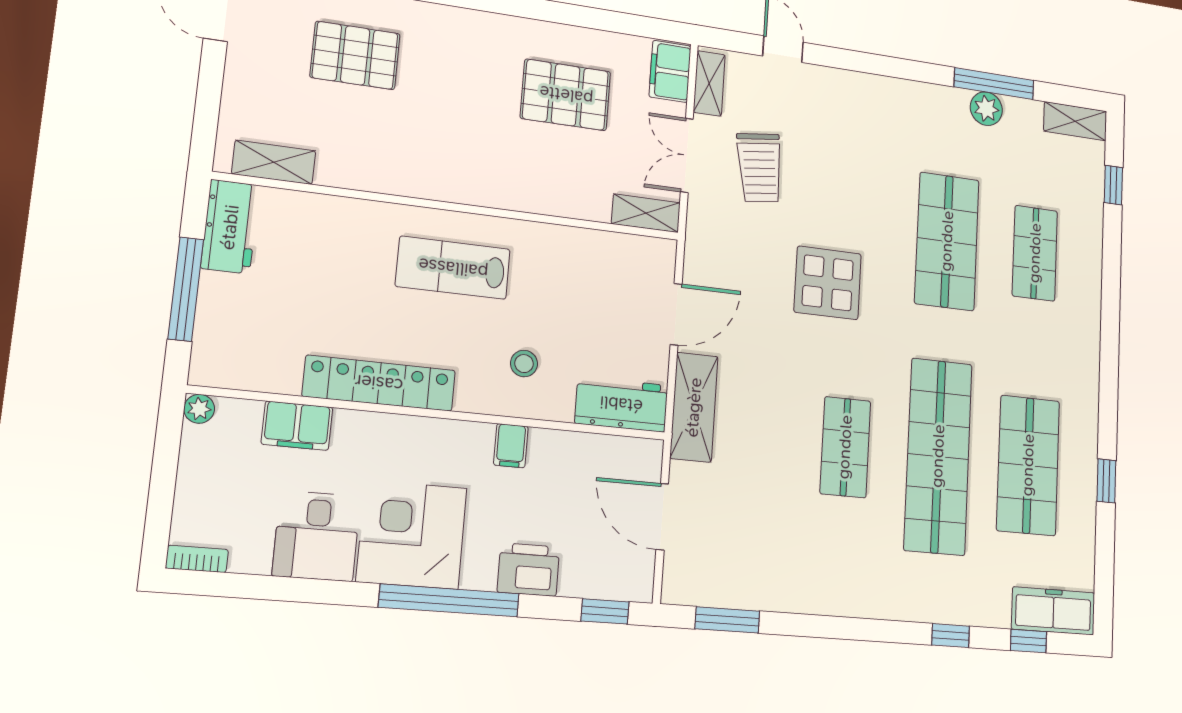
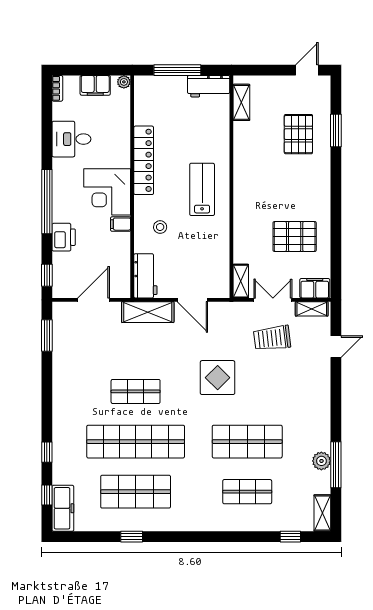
pallet: (566, 95) -> (295, 236), turned 90
filing cabinet: (297, 426) -> (95, 85), moved, turned -90
corner desk: (412, 535) -> (107, 192), moved, turned 180

